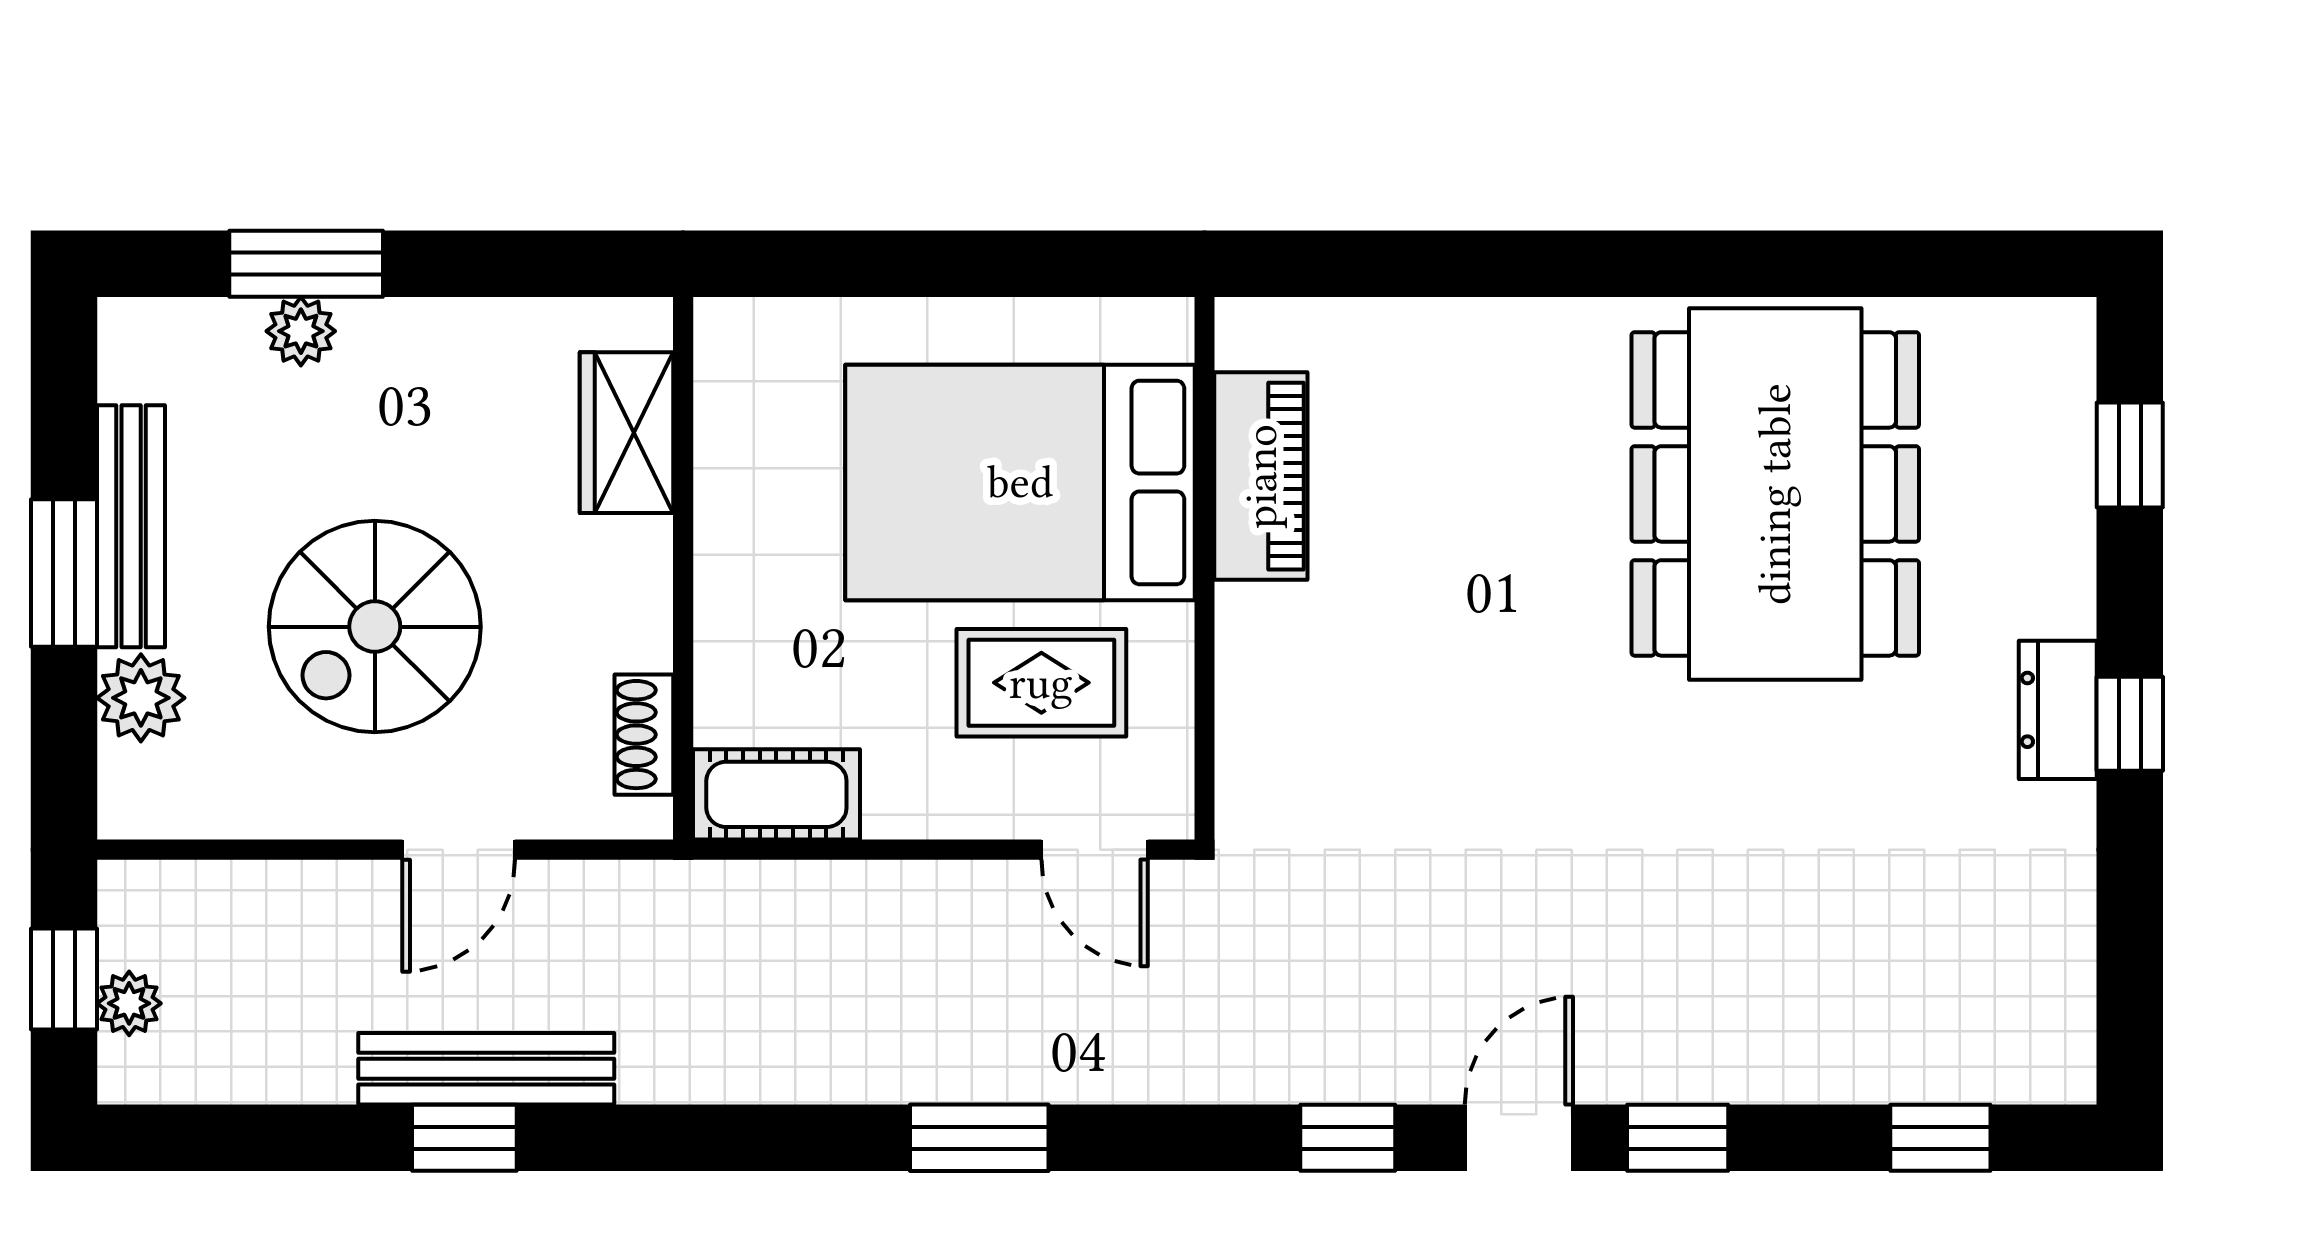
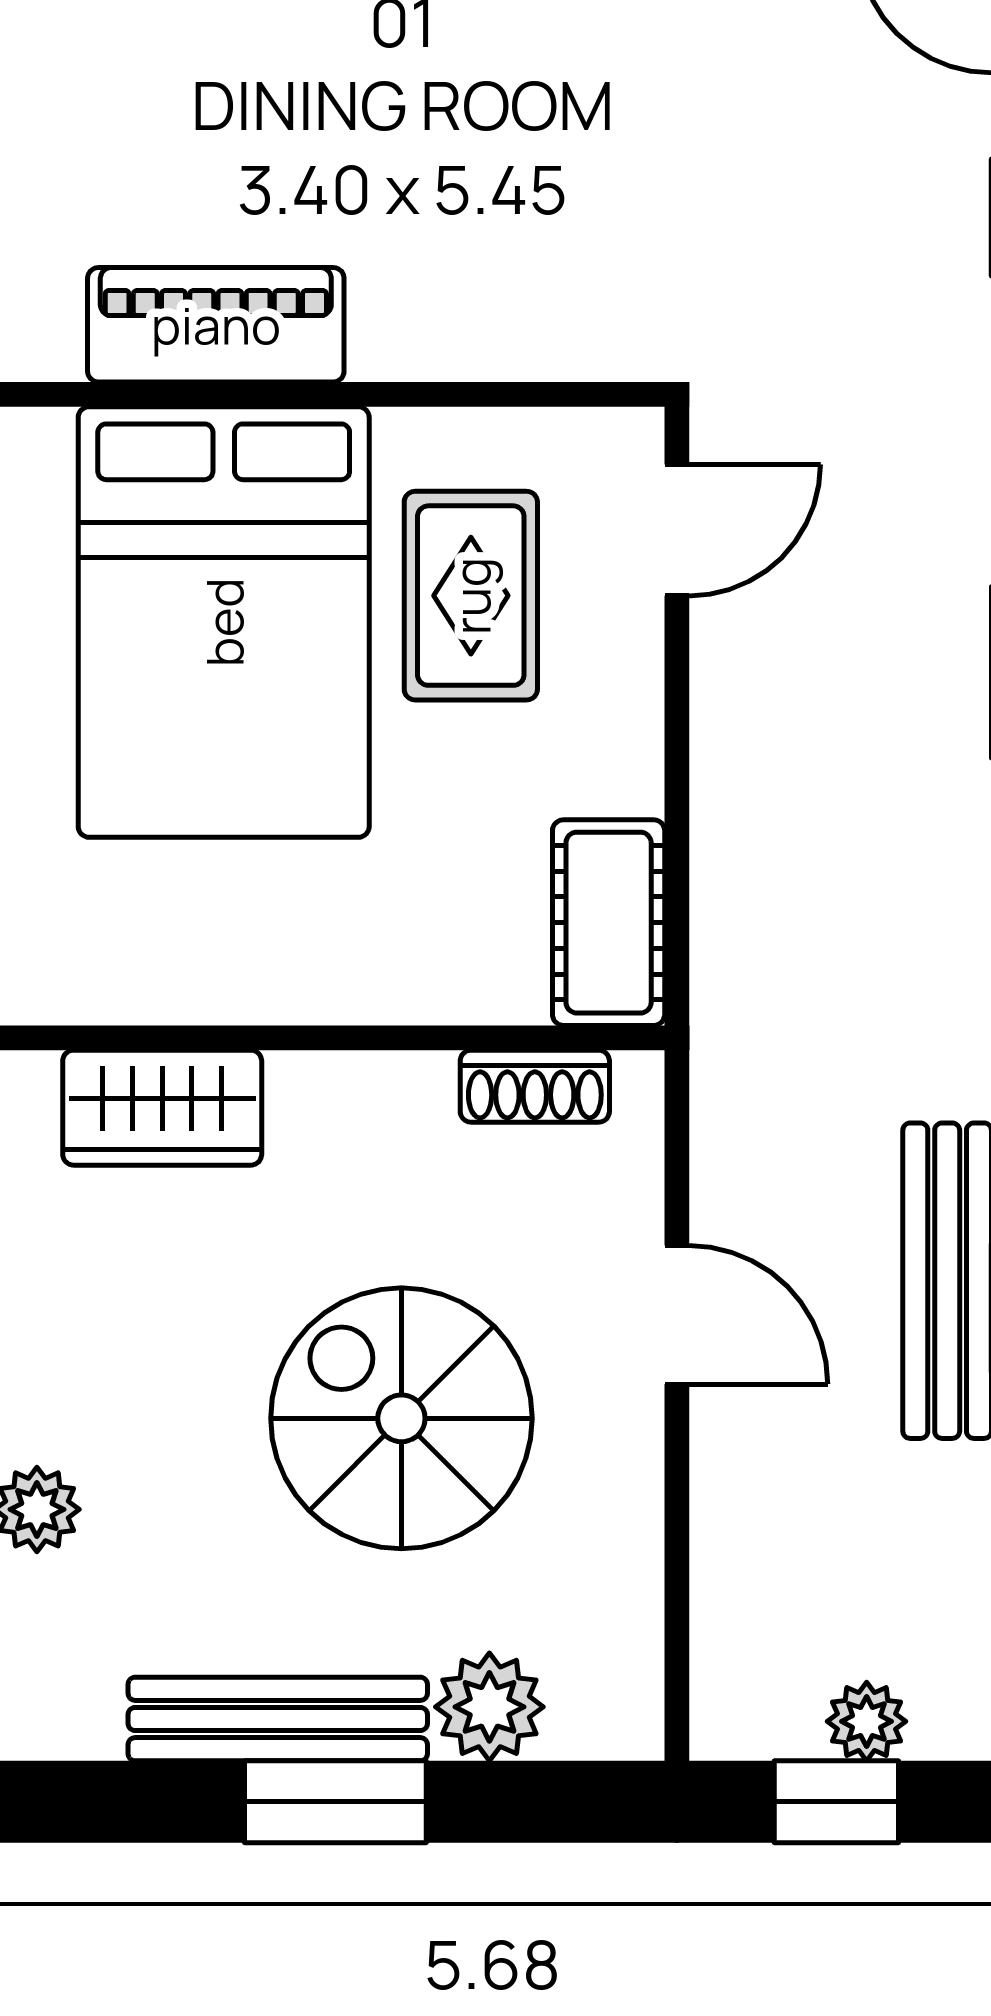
spiral stairs: (375, 627) -> (401, 1418), turned 180

